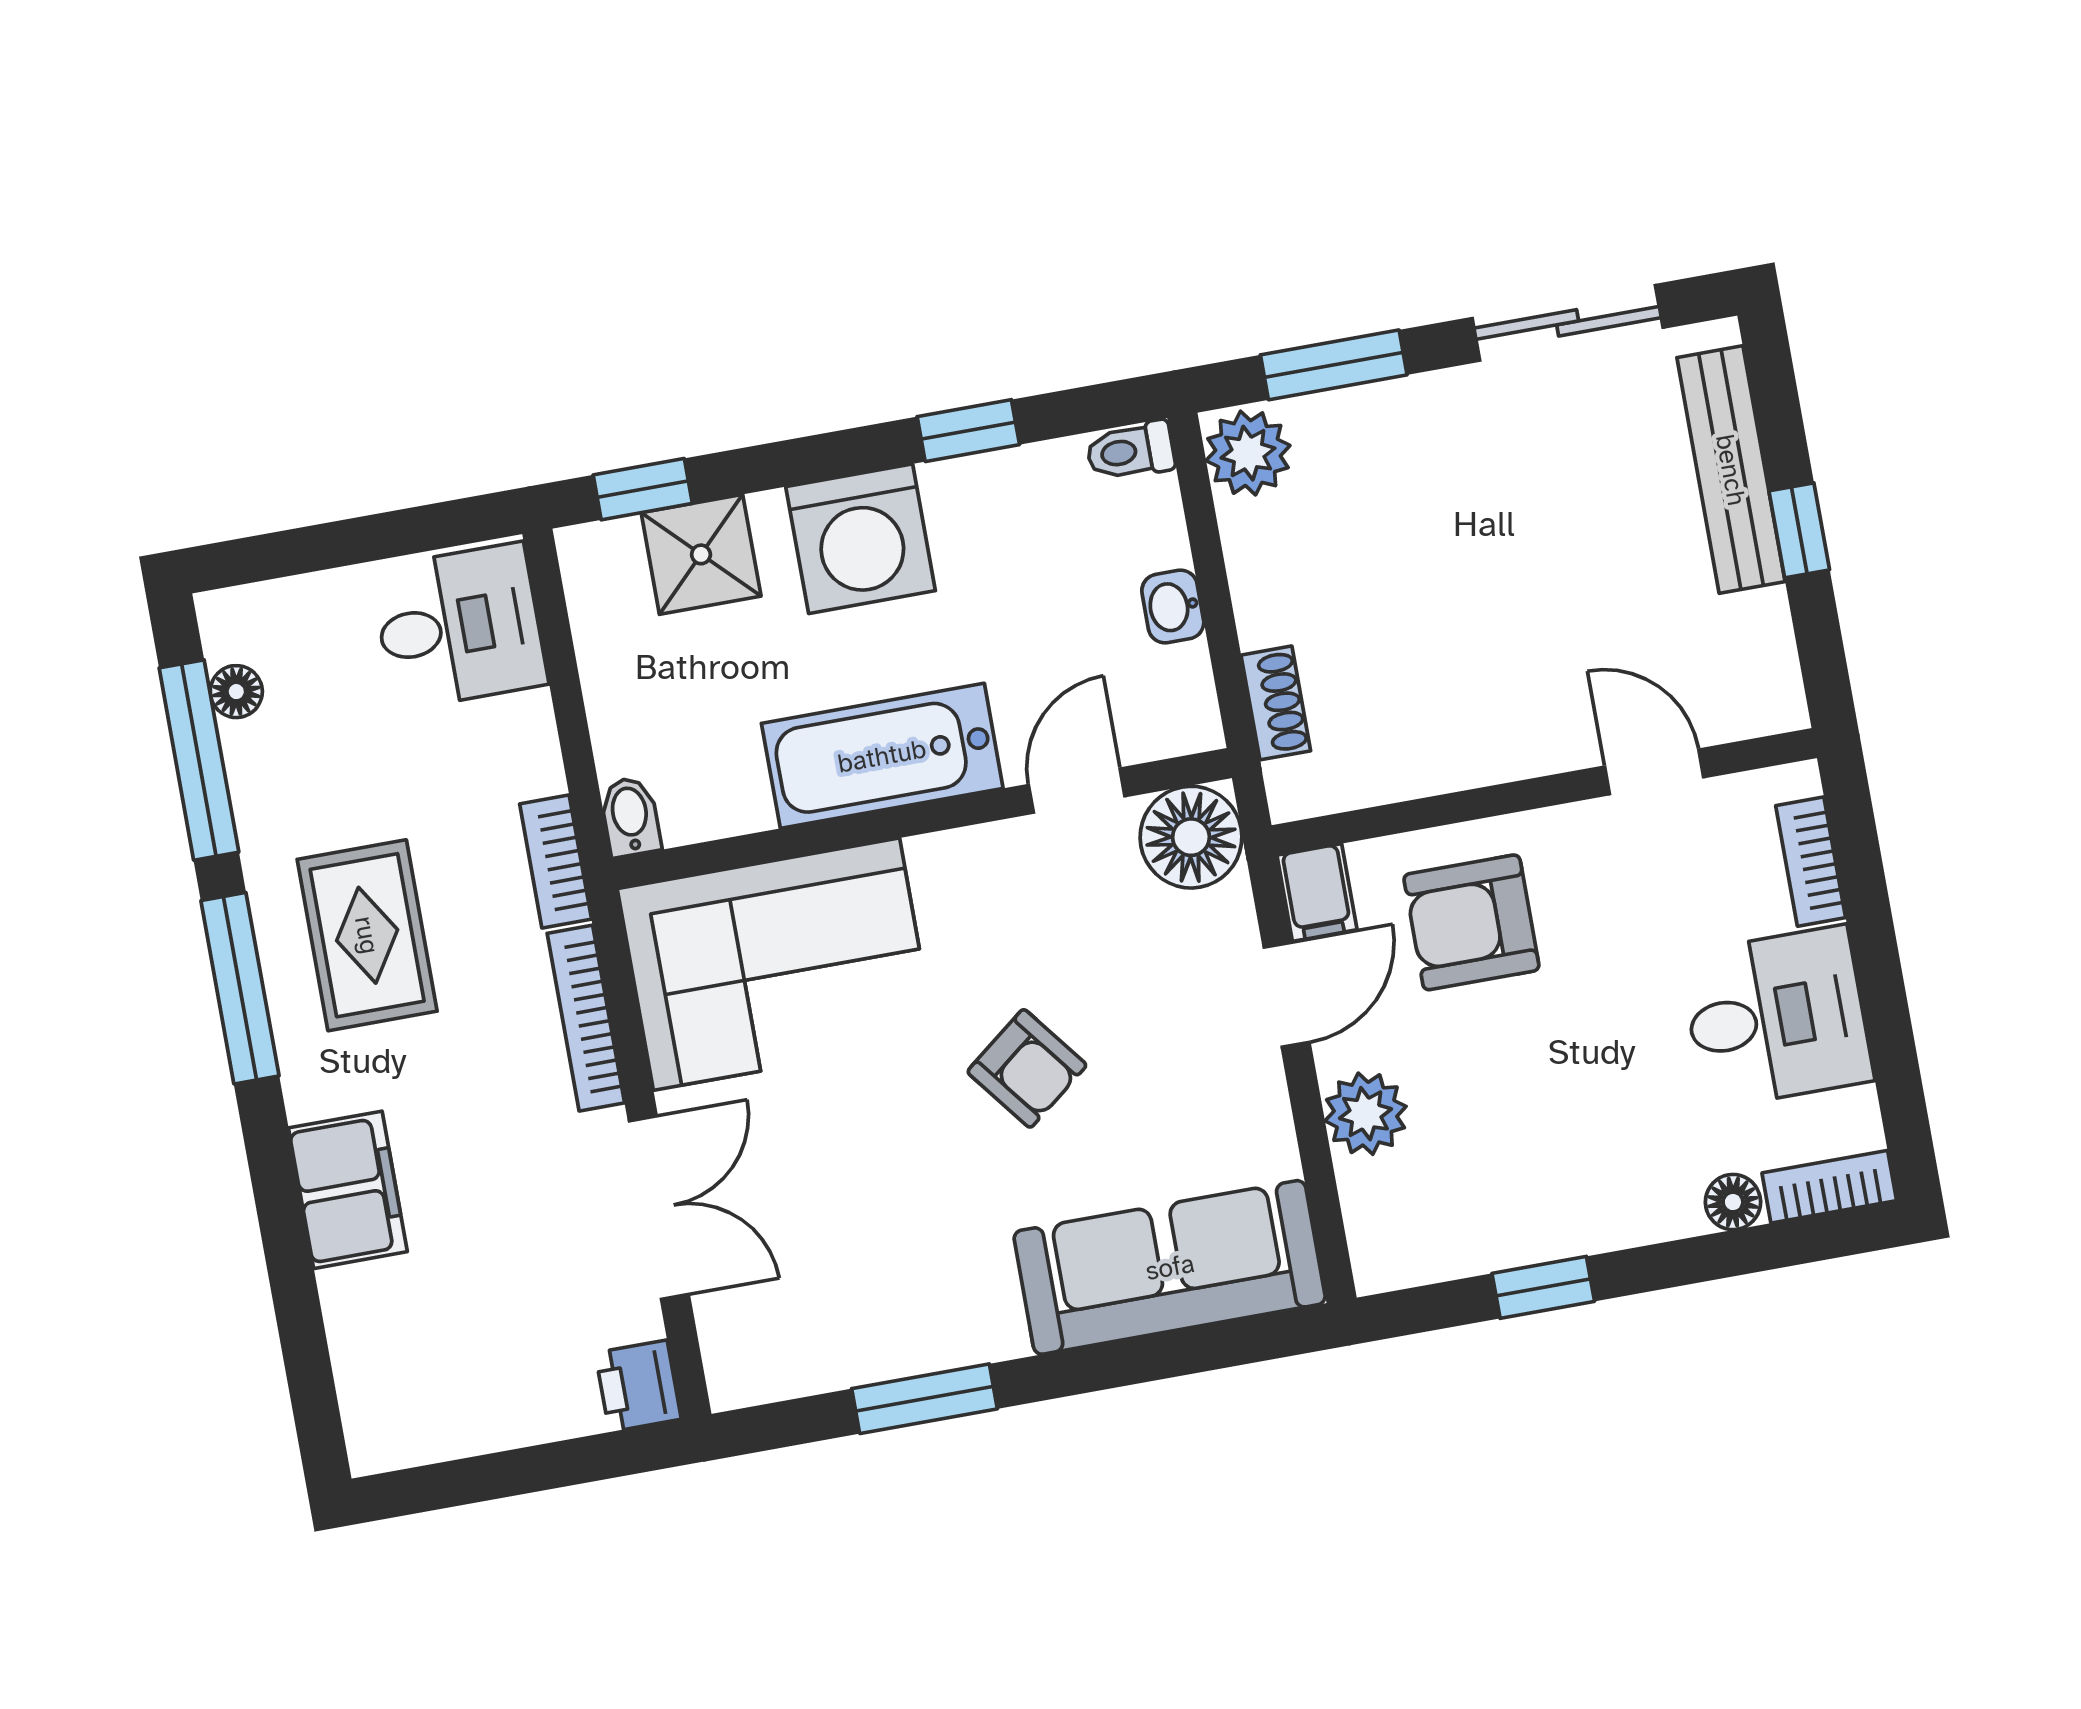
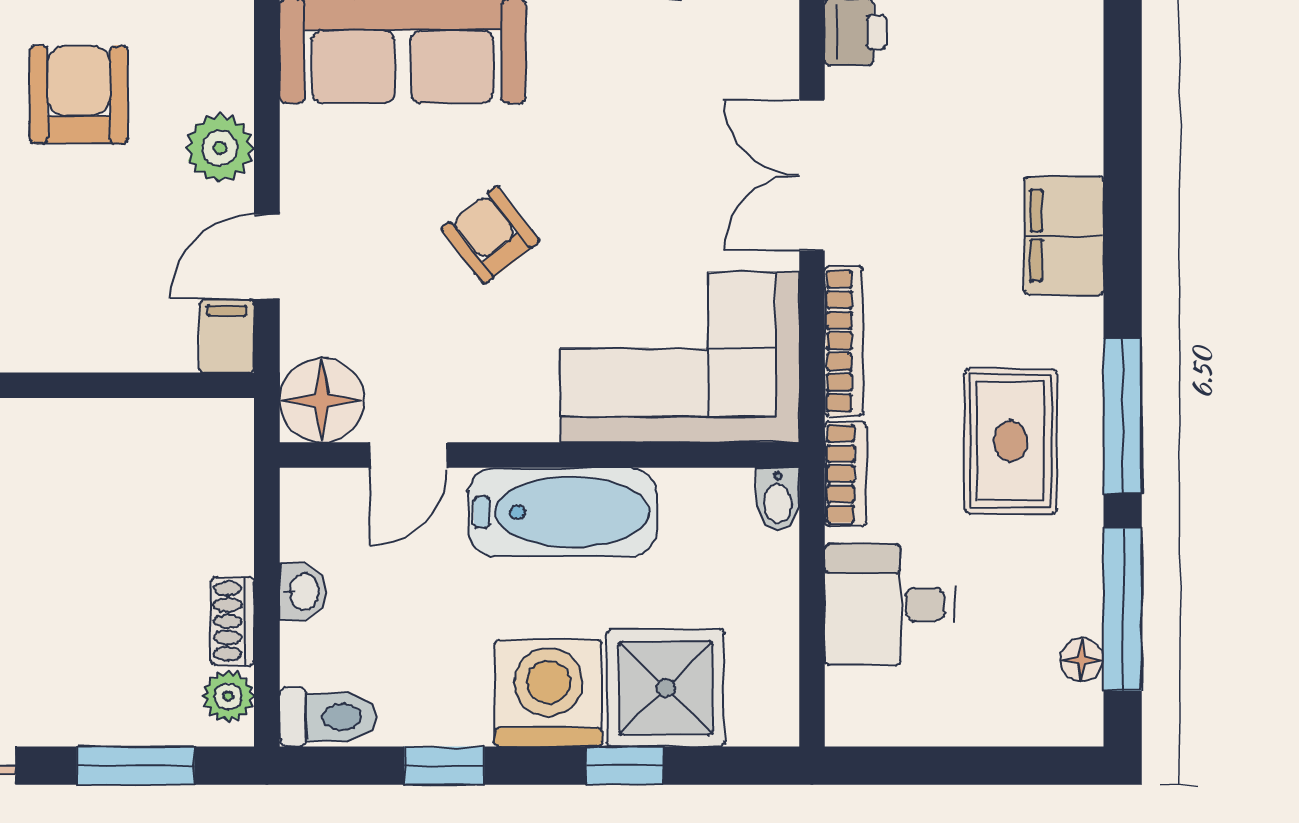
toilet: (1130, 451) -> (328, 717), width x1.37, depth x1.39
plant: (1248, 453) -> (228, 696), width x0.73, depth x0.73
window: (643, 489) -> (625, 766), moved
shower: (701, 554) -> (666, 688), width x1.36, depth x1.36
desk: (459, 626) -> (890, 605), moved
shoe rack: (1276, 703) -> (233, 621), moved
armchair: (1471, 922) -> (79, 94), moved, turned -90

